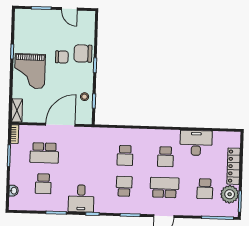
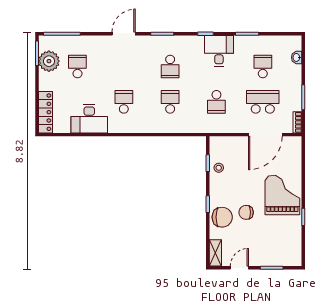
door: (69, 9) -> (239, 268), hinge flipped
shelving: (17, 110) -> (215, 253), moved
door: (60, 125) -> (265, 135), moved
locker: (234, 166) -> (45, 112), moved
school desk: (164, 188) -> (216, 102), moved, width x0.54

